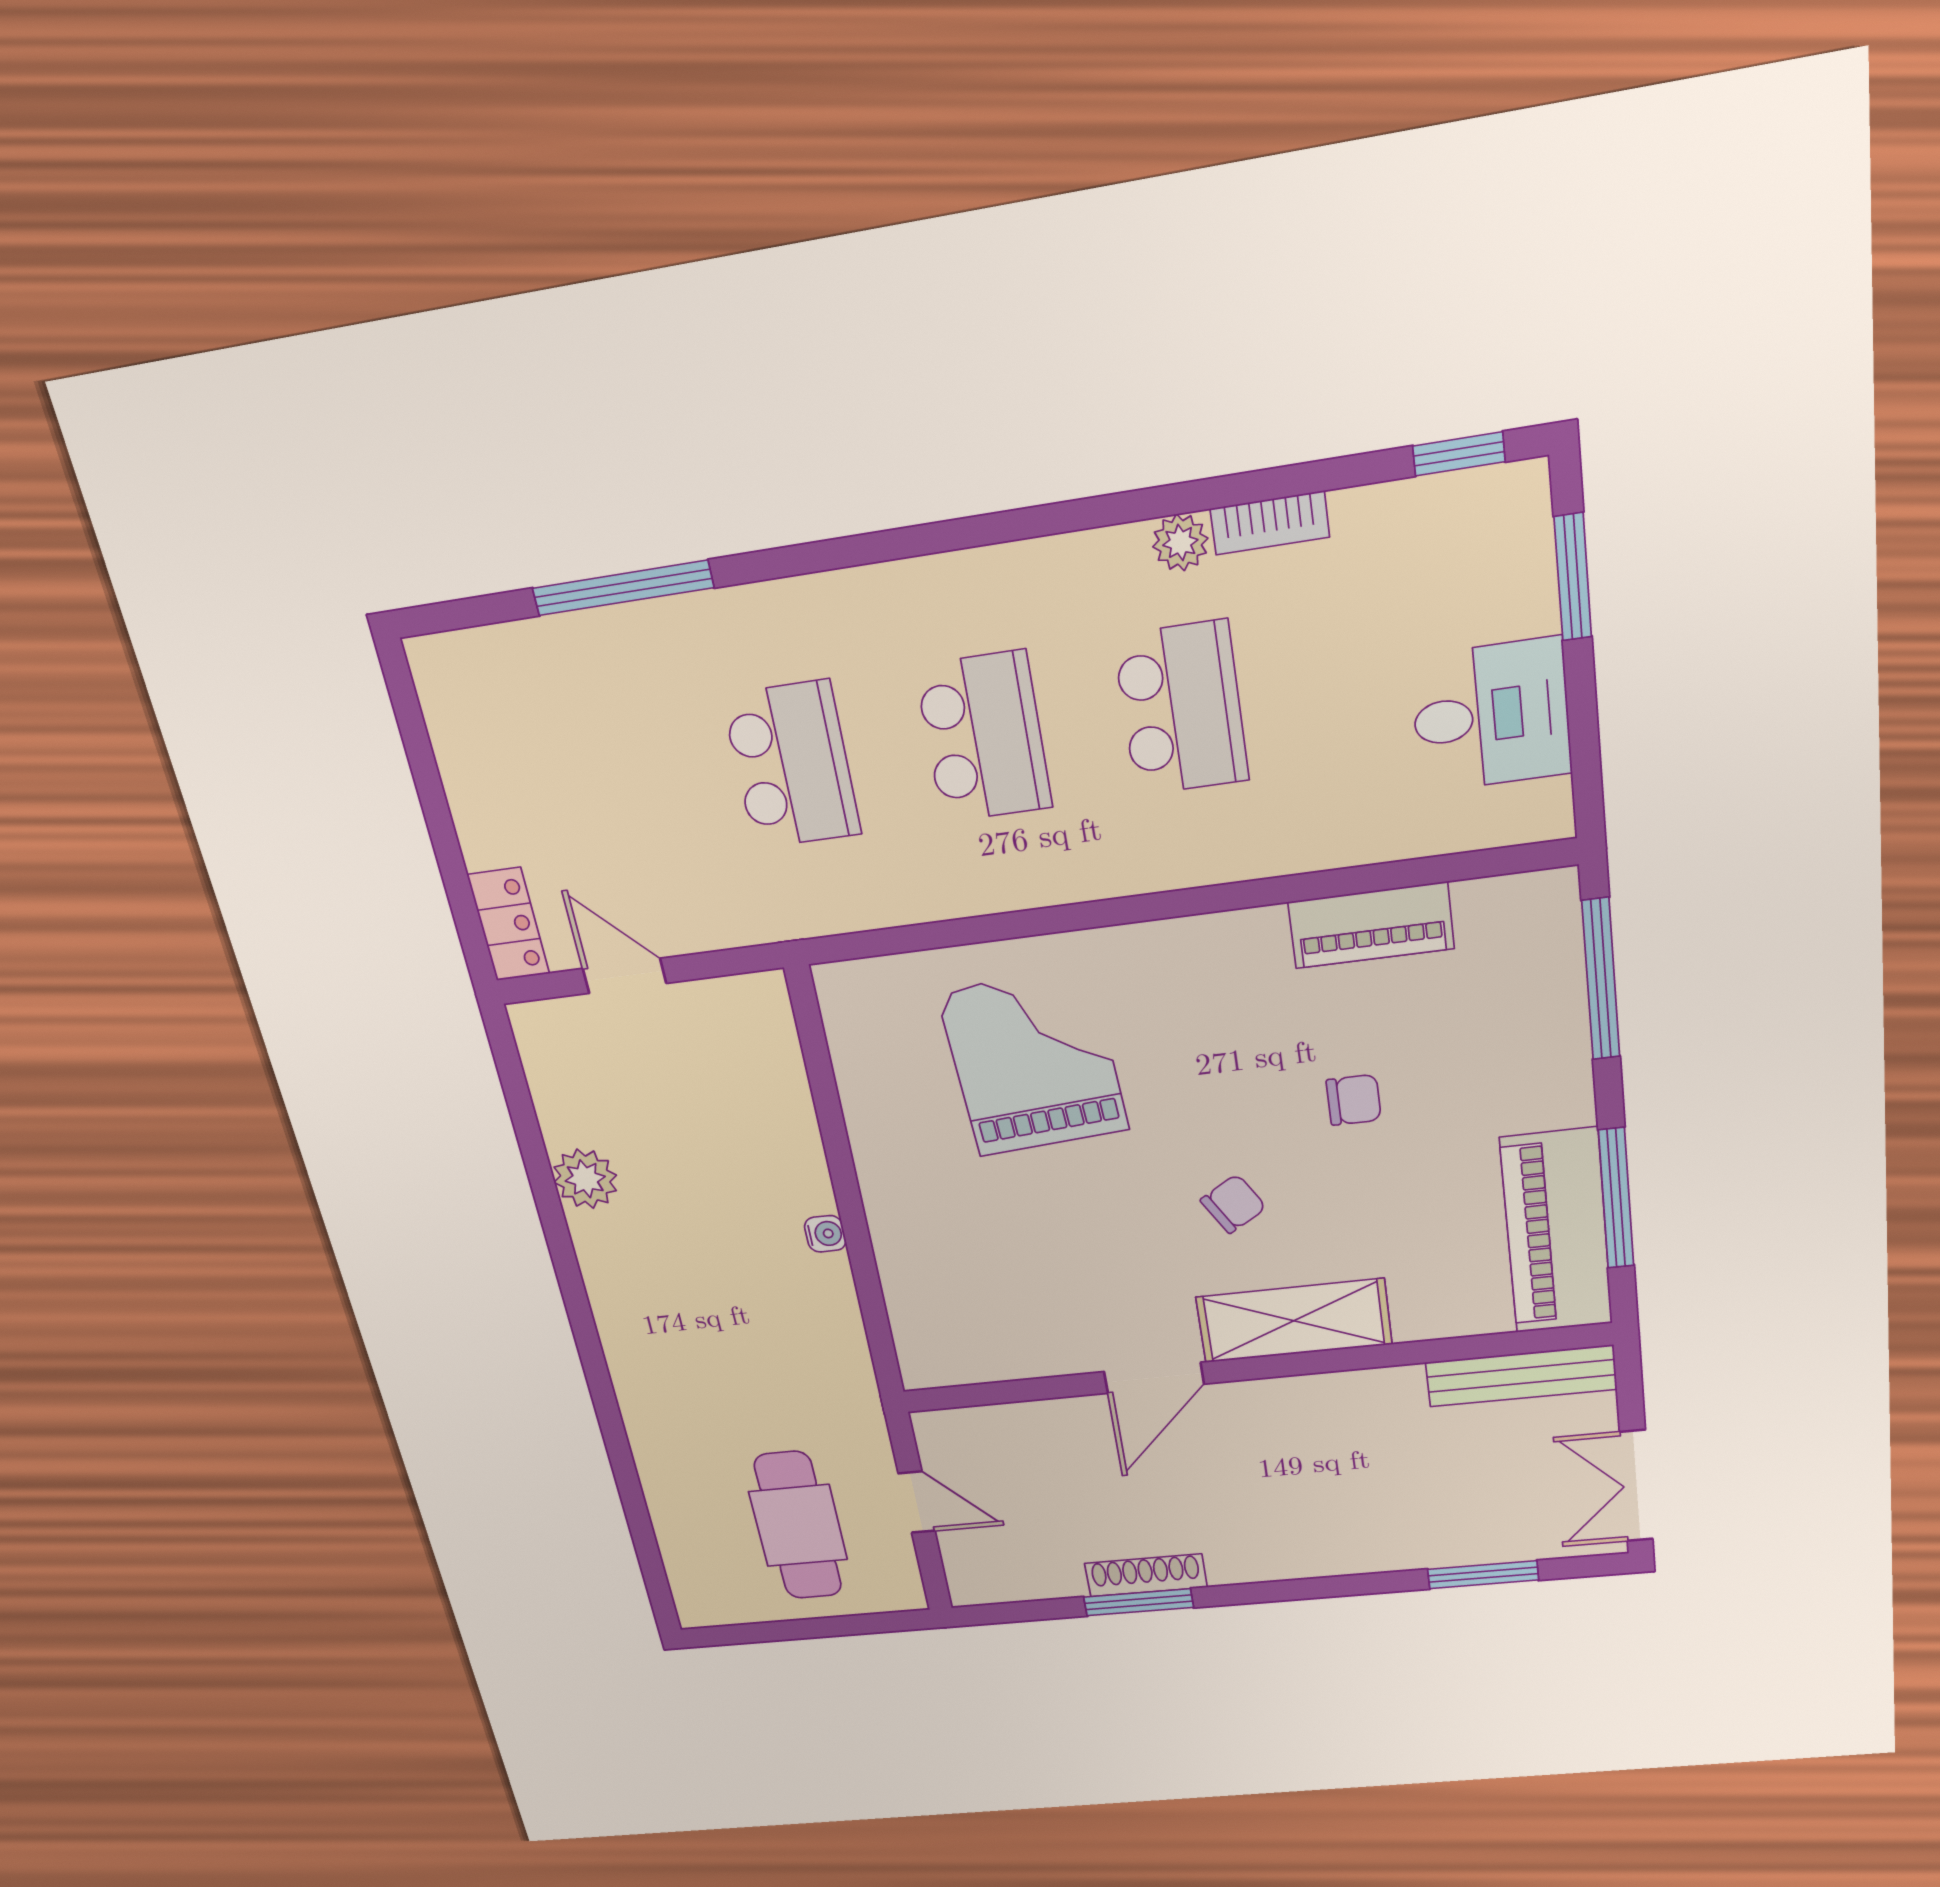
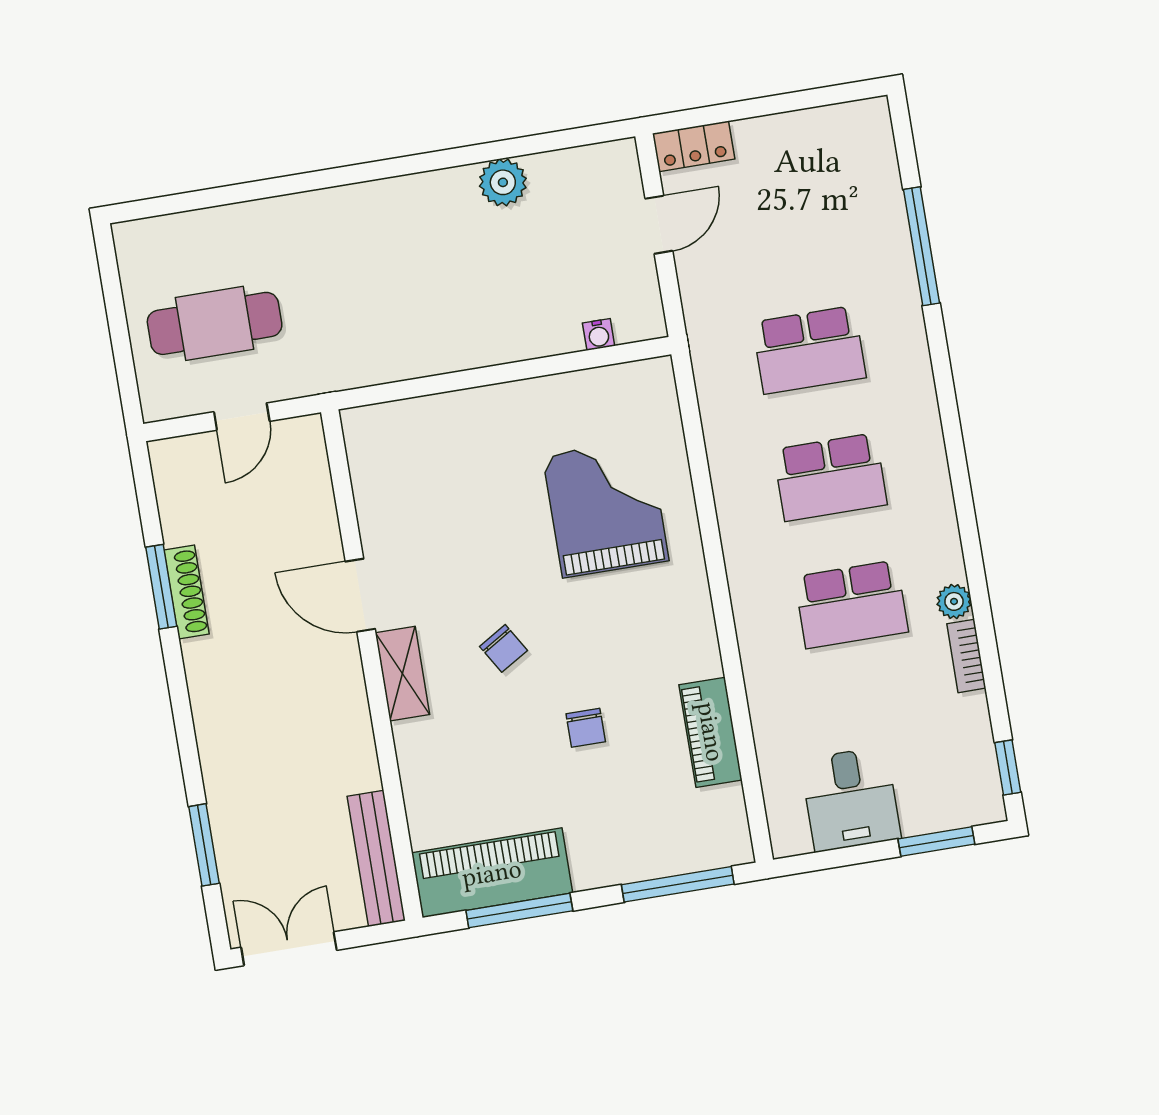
grand piano: (1033, 1062) -> (606, 508), turned -86
water cooler: (825, 1234) -> (599, 334), moved
shelving: (1294, 1321) -> (402, 674), width x0.67, depth x0.75

